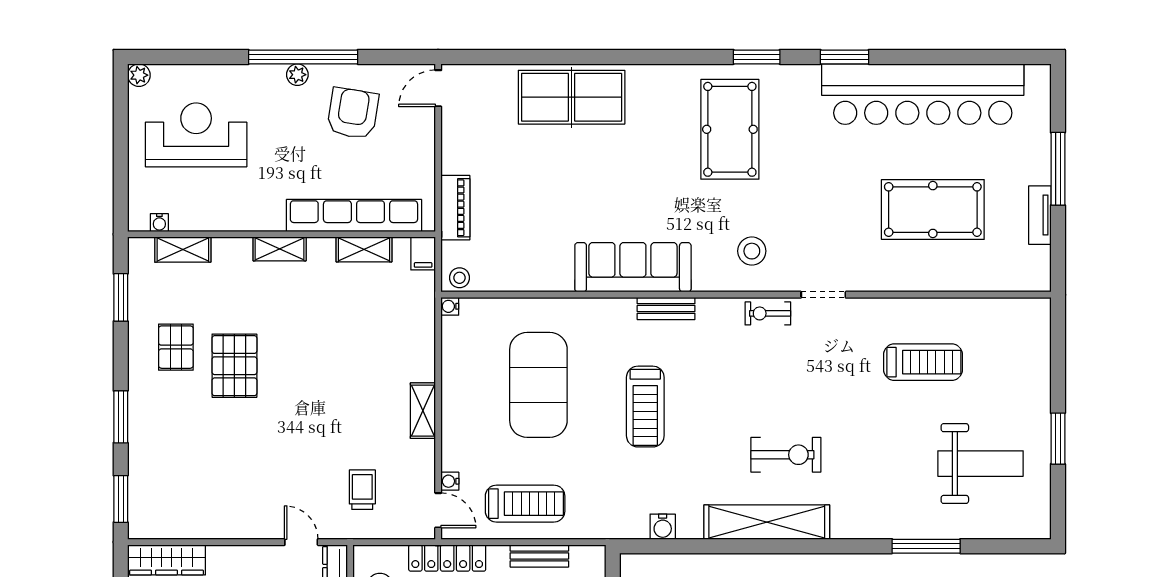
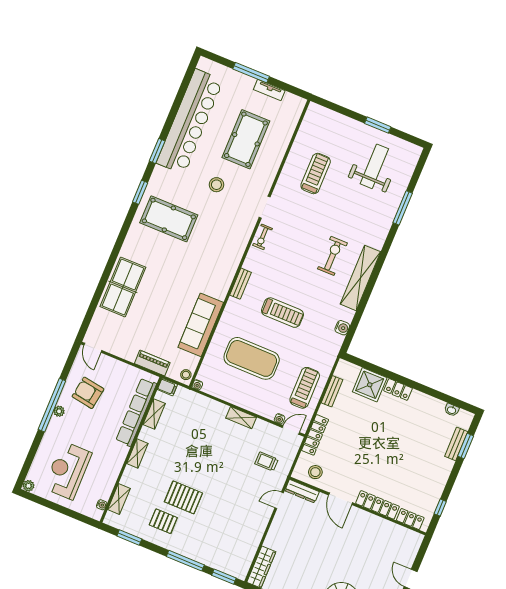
stool: (752, 251) -> (216, 185), moved
sofa: (633, 267) -> (201, 325), moved
window: (121, 417) -> (185, 561), width x1.44

